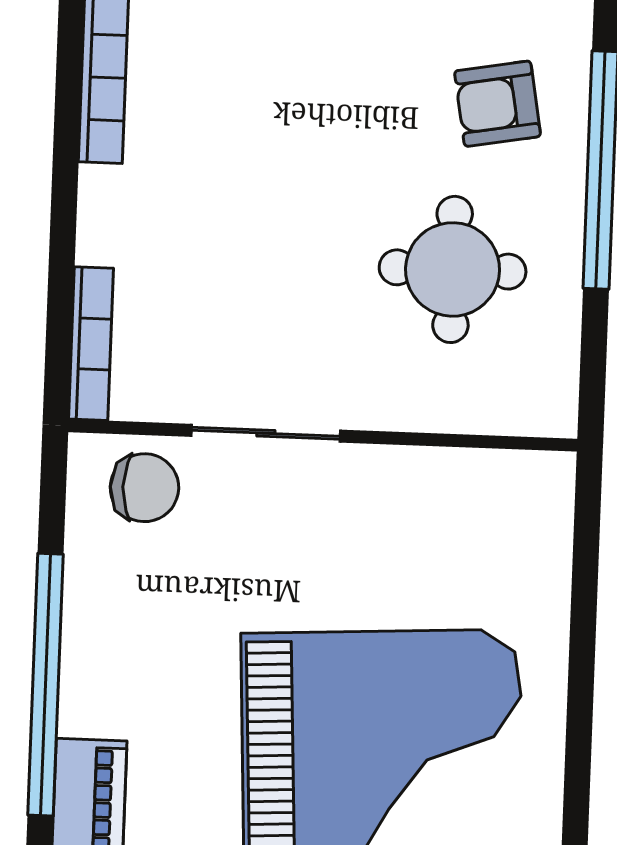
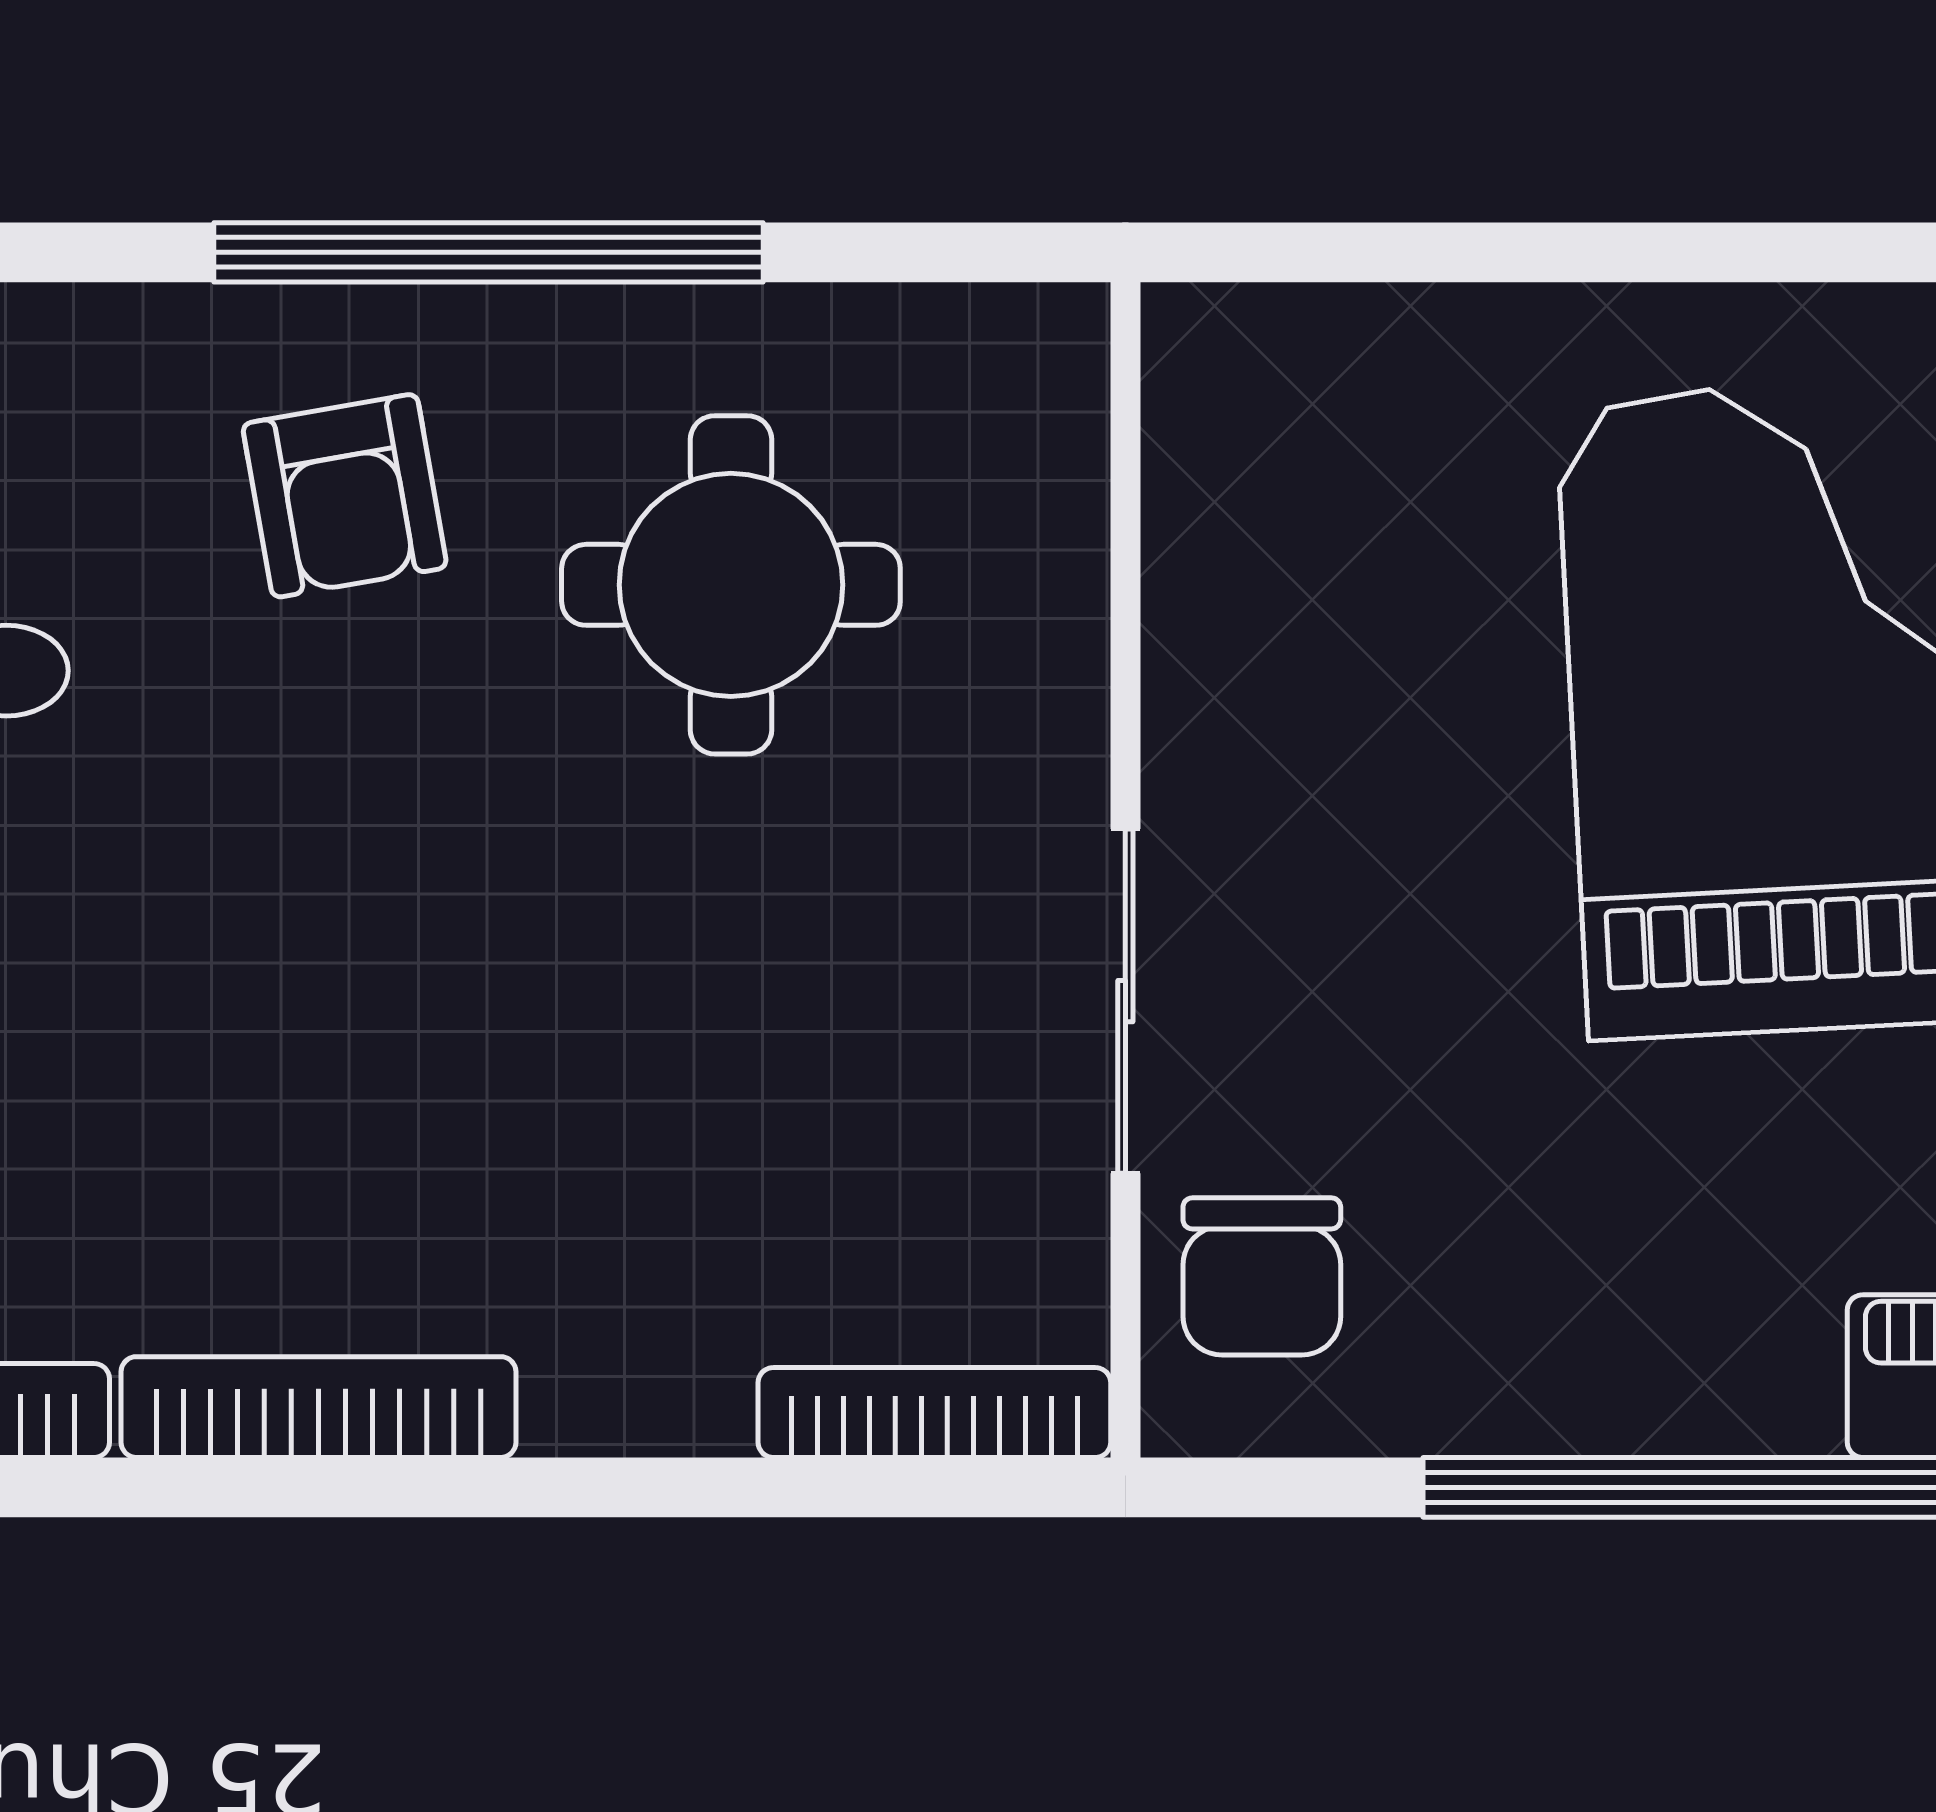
chair: (144, 488) -> (1262, 1276), turned 180

